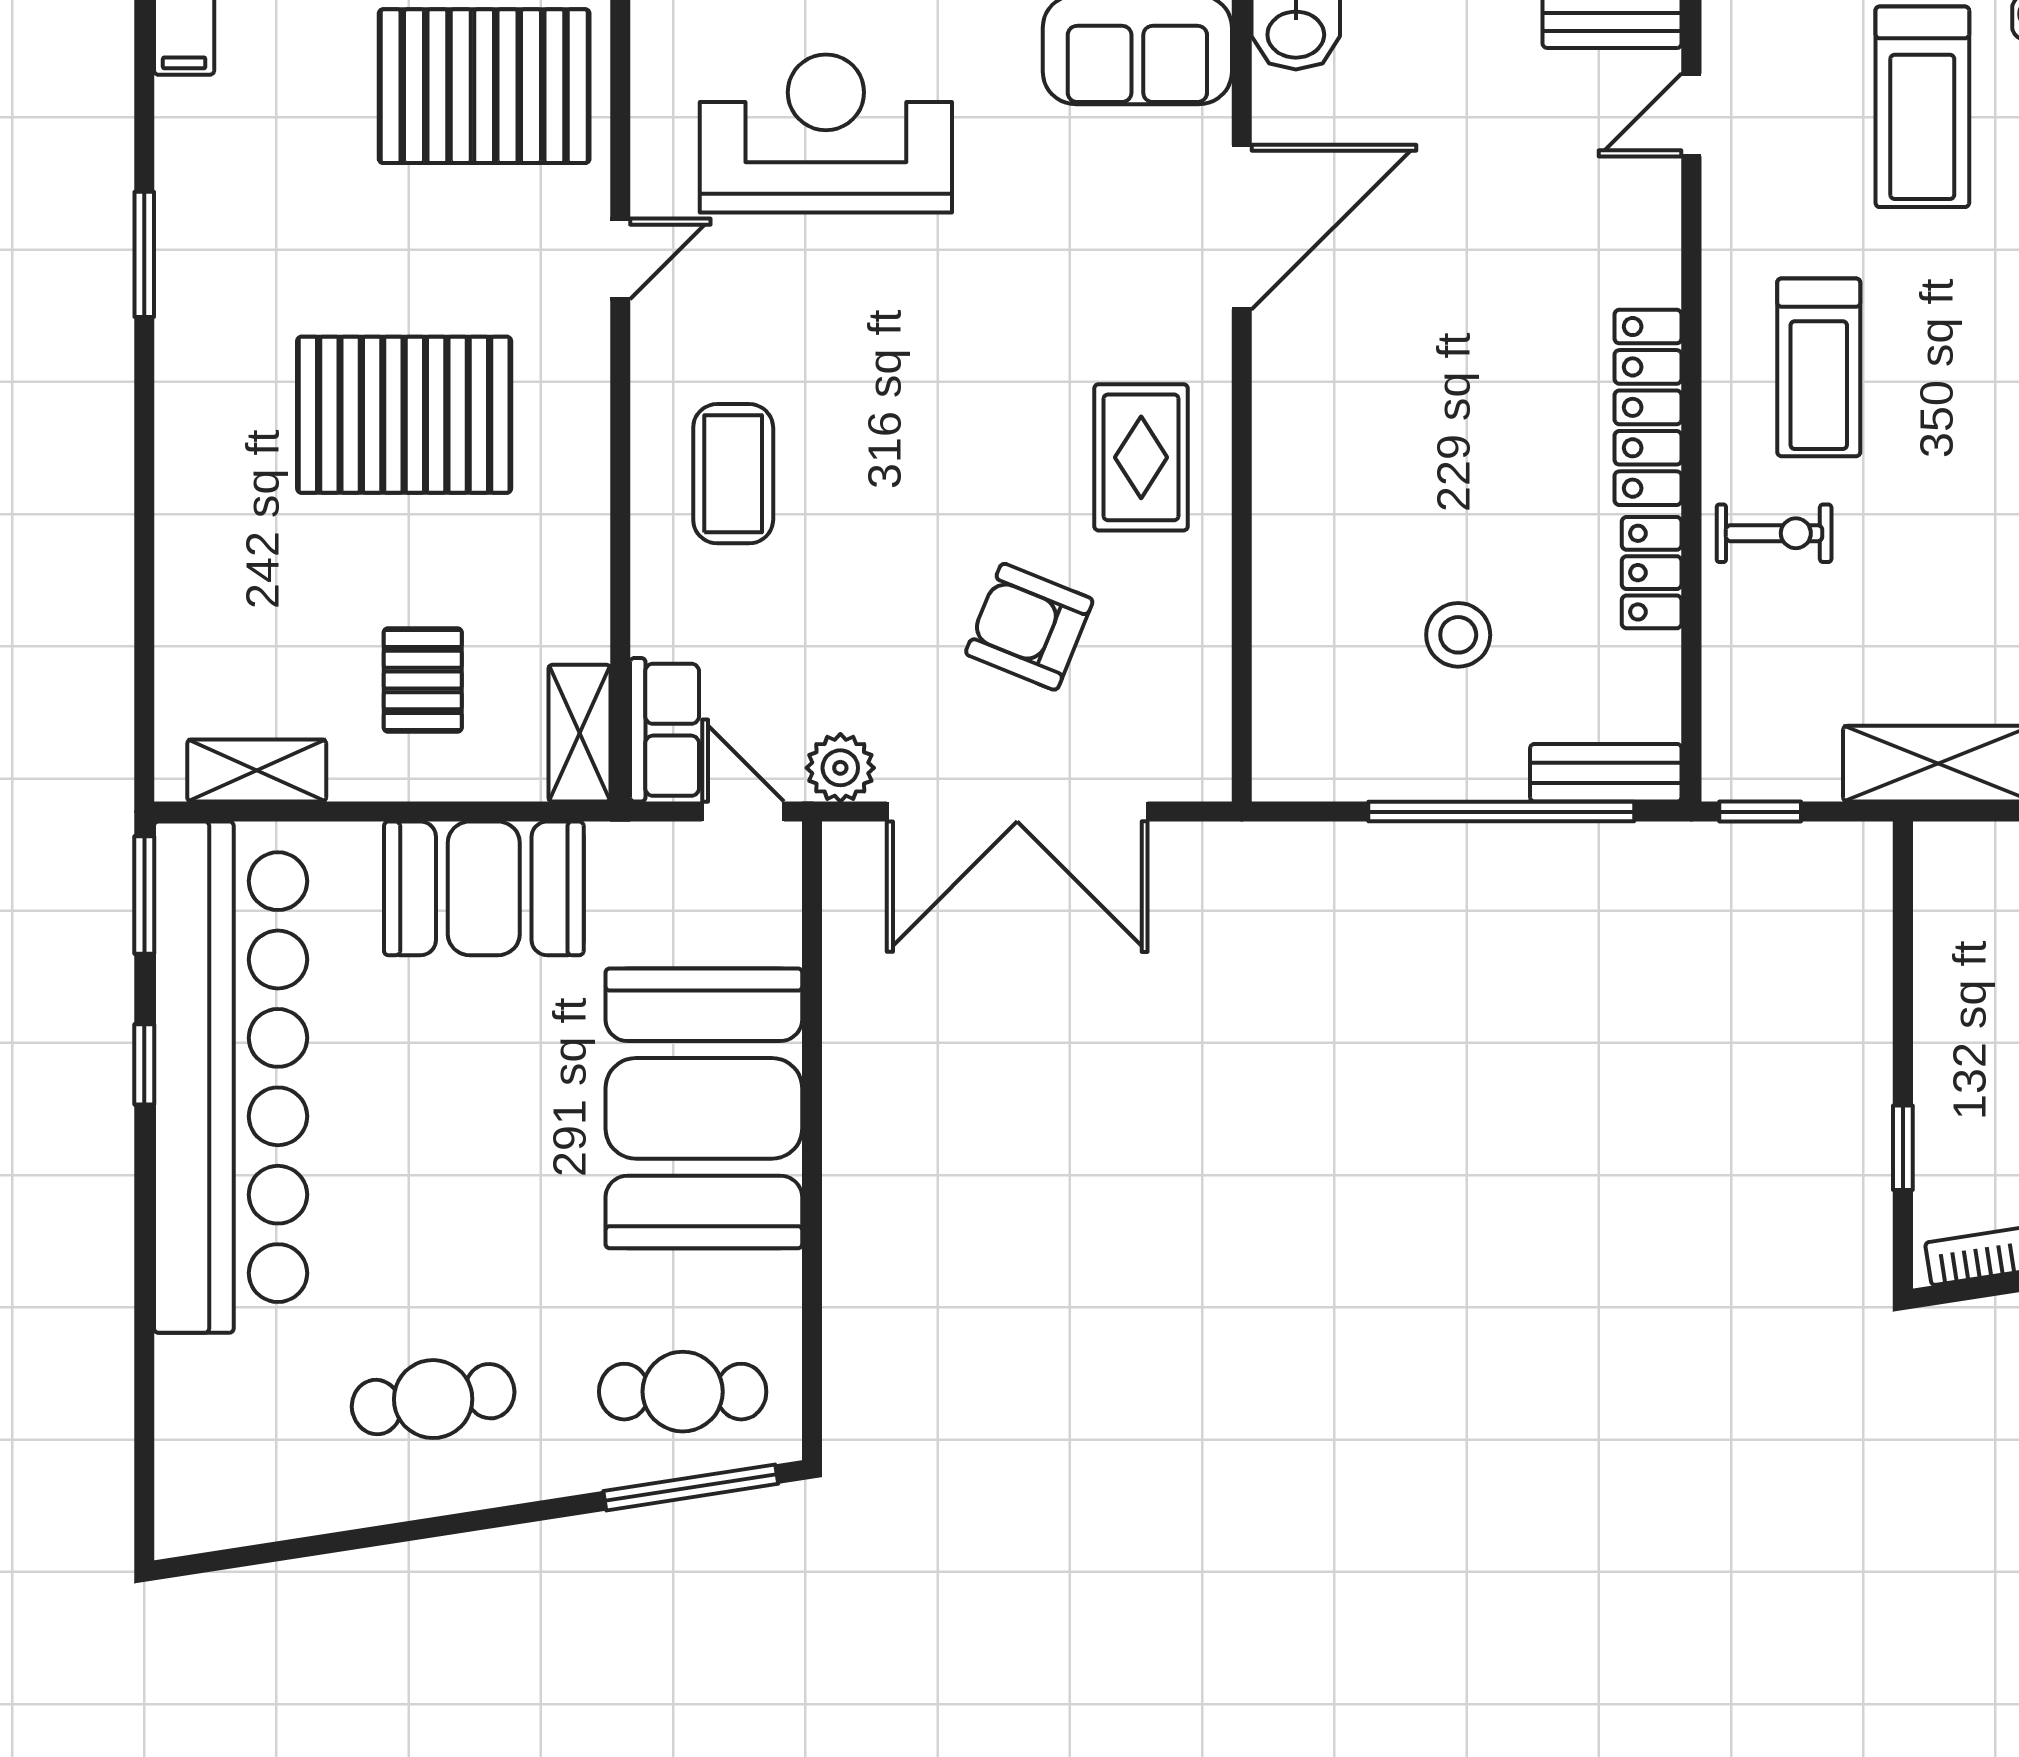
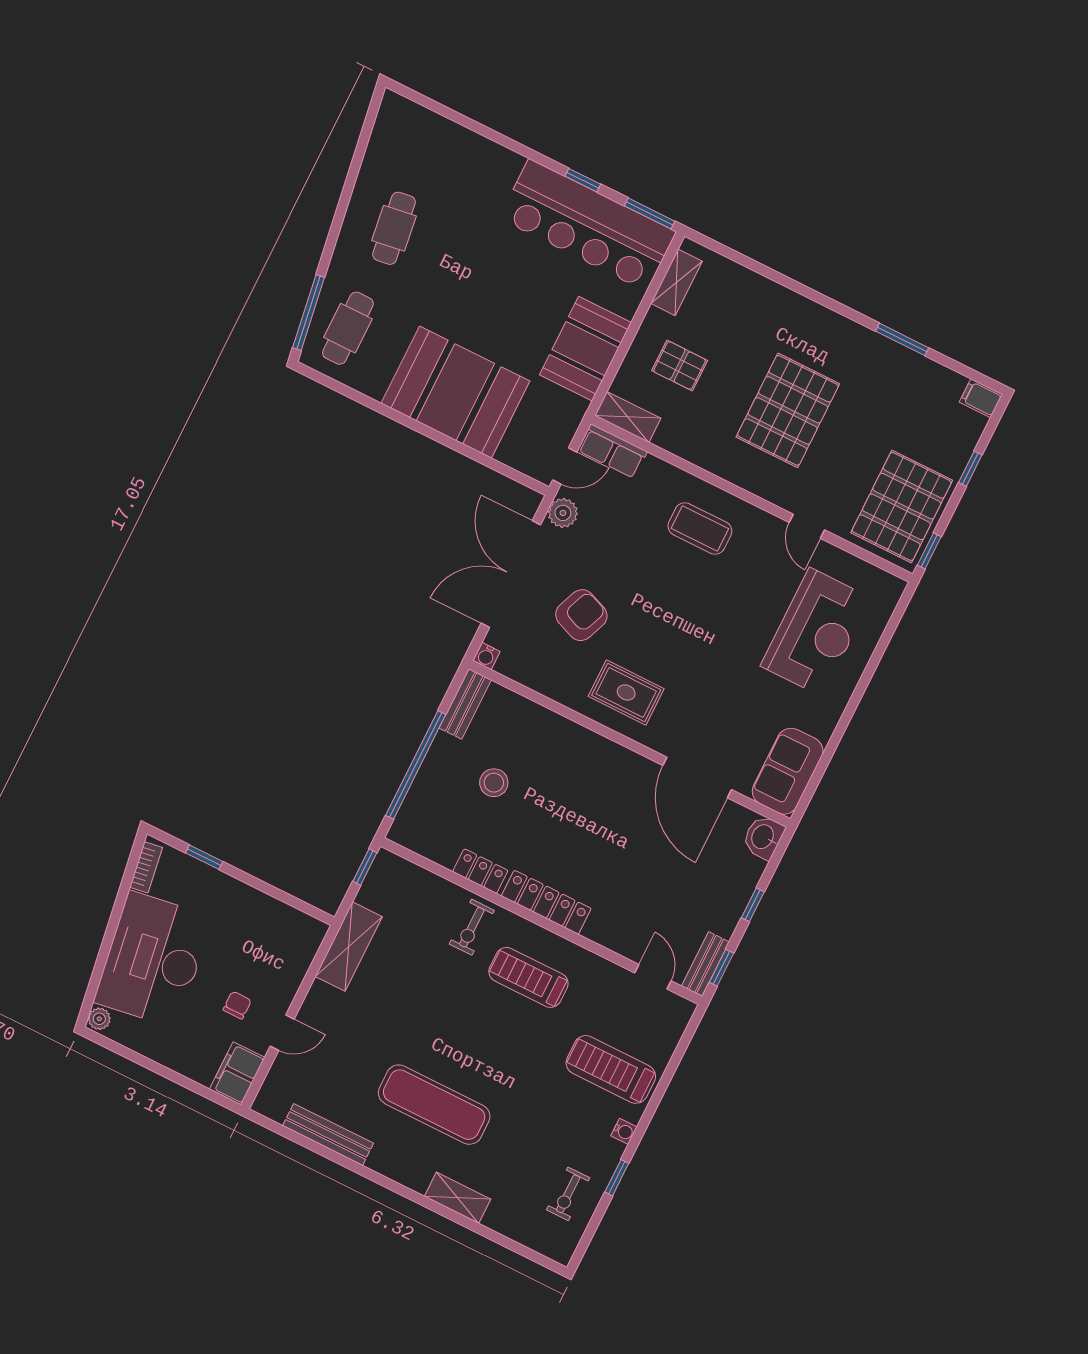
bench: (1606, 773) -> (465, 704), moved
water cooler: (1208, 778) -> (486, 656), added
bar counter: (231, 1077) -> (588, 225), width x0.73

